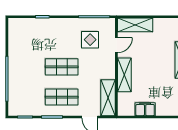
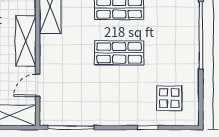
display table: (90, 40) -> (169, 98), moved

